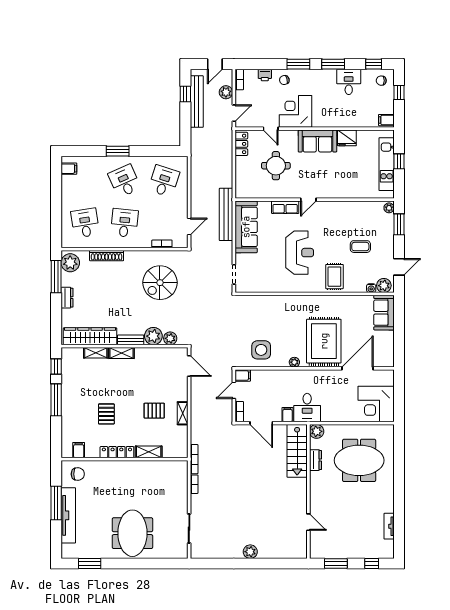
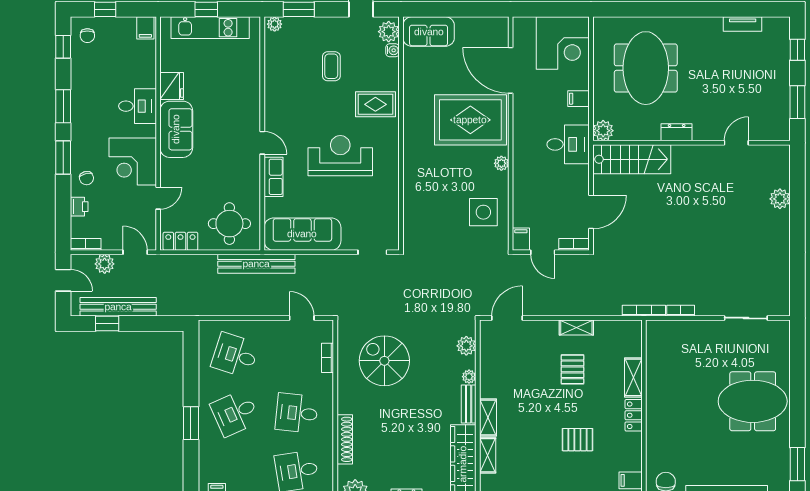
desk: (349, 82) -> (138, 106), moved, turned 180
round table: (276, 166) -> (229, 224), moved
bench: (226, 214) -> (256, 264), moved
spiral stairs: (160, 283) -> (384, 361), turned 180
plant: (153, 336) -> (469, 377), width x0.53, depth x0.53
filing cabinet: (287, 415) -> (578, 99), moved
locker: (117, 452) -> (634, 415), width x0.66
dresser: (315, 460) -> (677, 132), moved
plant: (250, 552) -> (780, 199), moved

